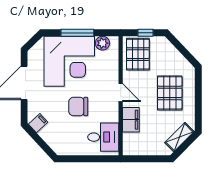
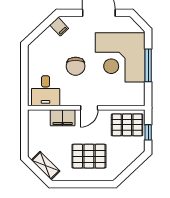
plant: (102, 43) -> (138, 90), removed
chair: (78, 107) -> (76, 66), turned 180

